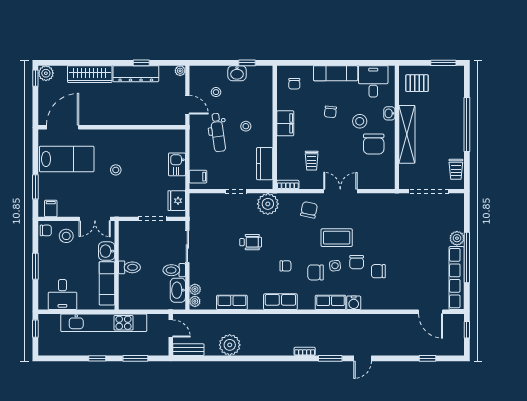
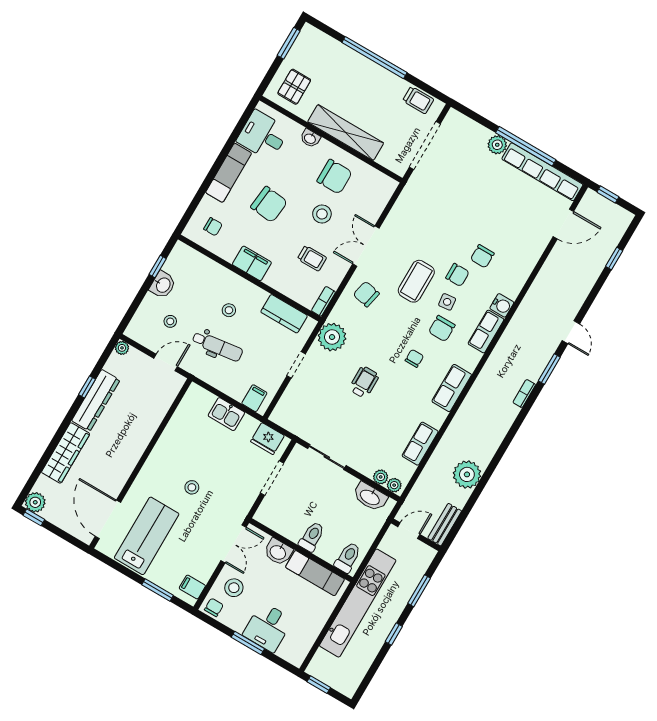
chair: (330, 112) -> (269, 204), width x1.87, depth x1.87
stool: (360, 121) -> (322, 214), moved
toilet: (174, 270) -> (348, 557), moved, turned 180
desk: (62, 295) -> (268, 627), moved, turned 90

